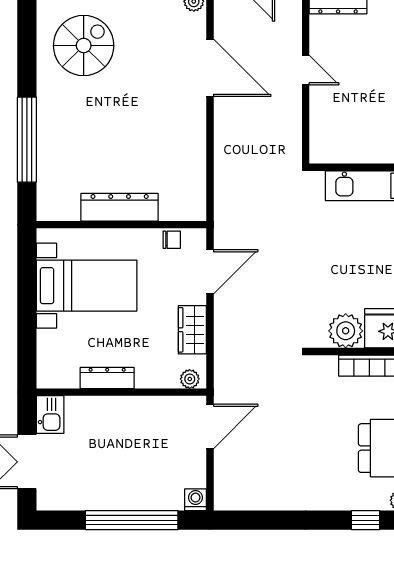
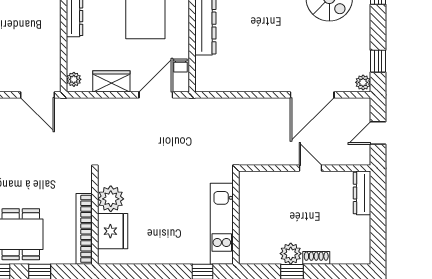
door: (306, 70) -> (310, 168), swing flipped
door: (210, 272) -> (156, 95), swing flipped

